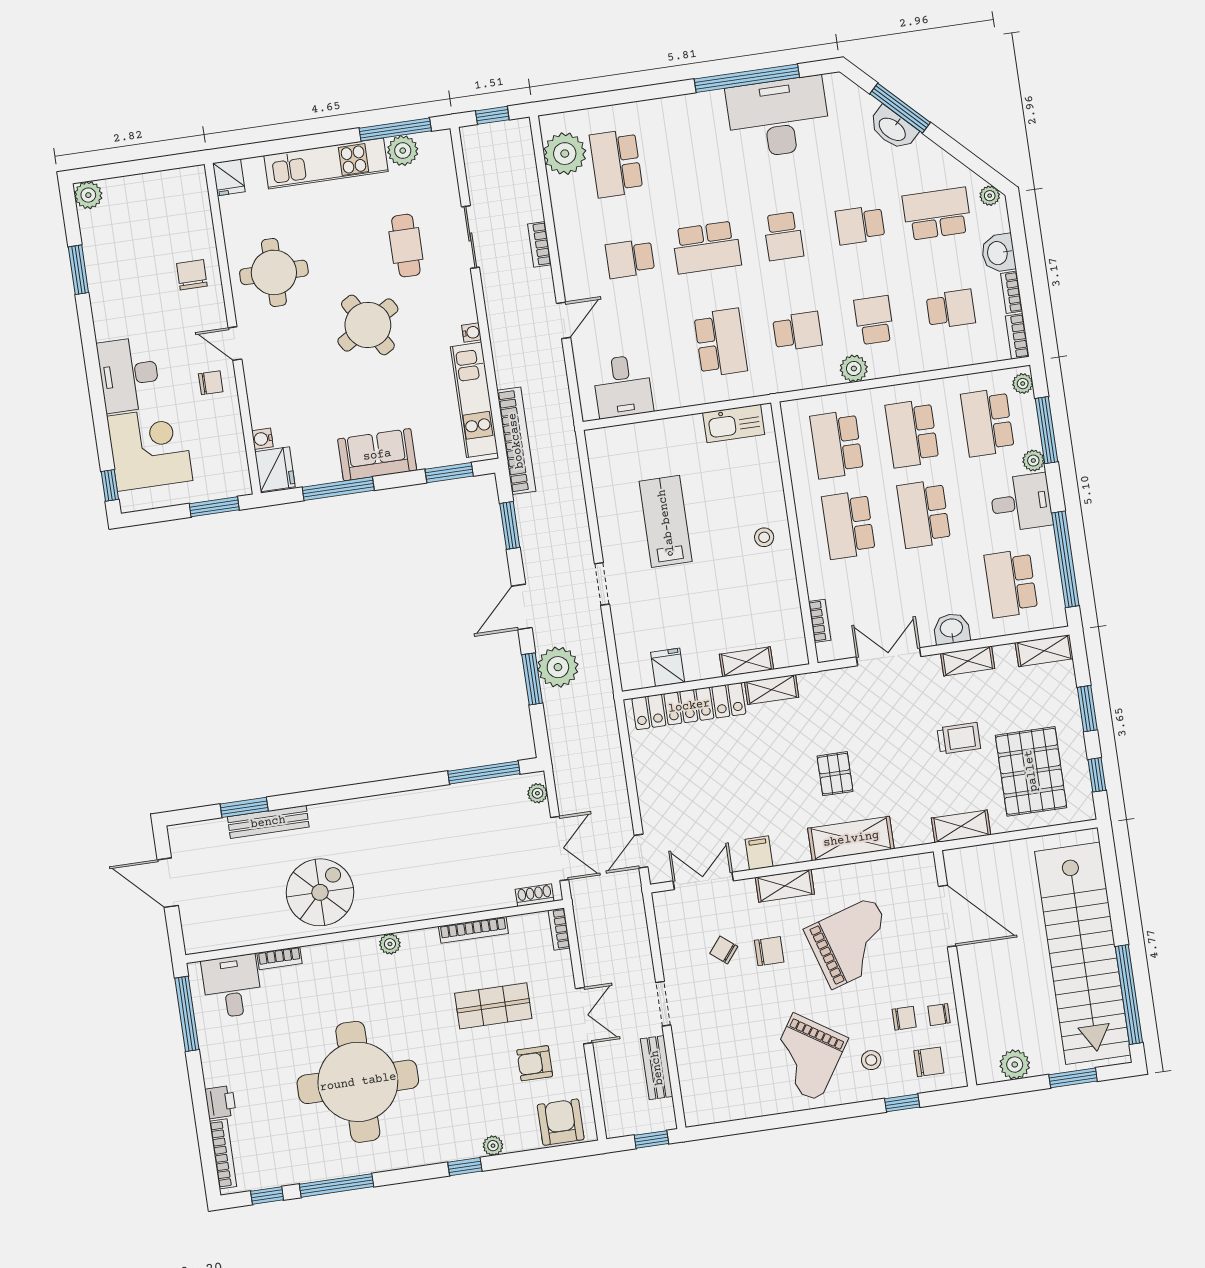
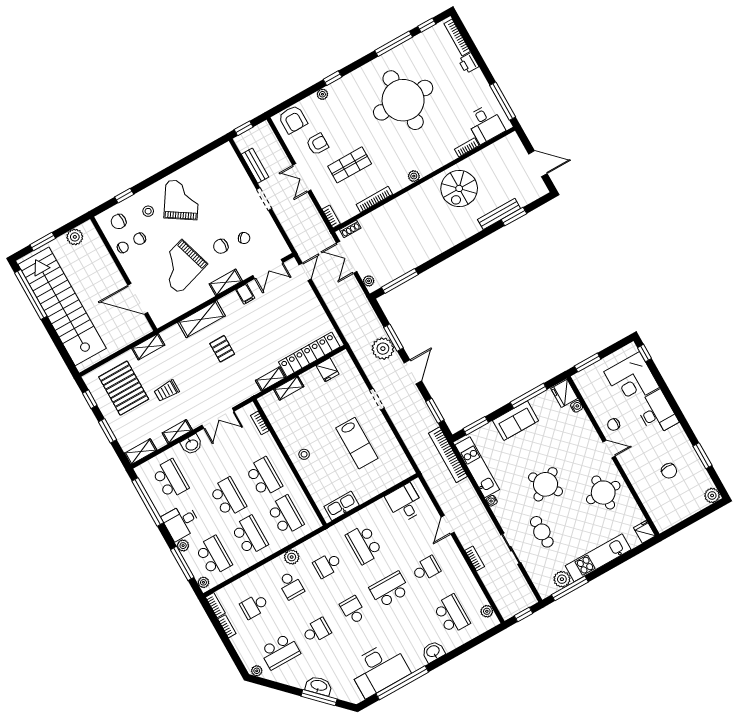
plant: (565, 154) -> (487, 611), width x0.53, depth x0.53
washbasin: (998, 253) -> (433, 652), moved, turned -90
chair: (192, 275) -> (669, 471), moved

